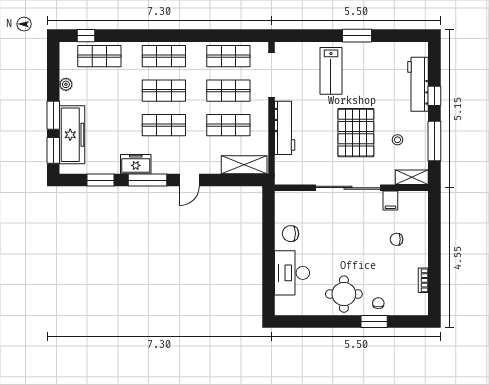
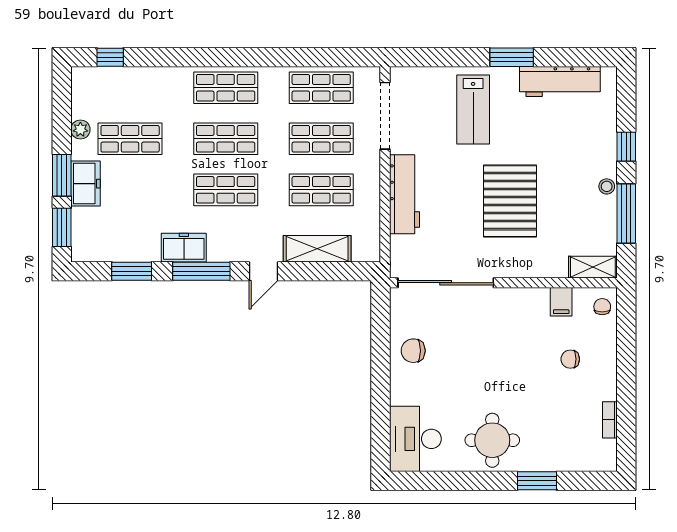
shop shelf: (99, 56) -> (130, 139), moved
workbench: (418, 84) -> (560, 82), moved, turned -90
freezer: (72, 135) -> (86, 184), width x0.52, depth x0.79
stool: (397, 140) -> (607, 186), moved
shelving: (244, 165) -> (317, 249), moved
sliding door: (348, 188) -> (446, 283), moved
desk: (292, 273) -> (415, 439), moved
chair: (378, 303) -> (602, 307), moved

